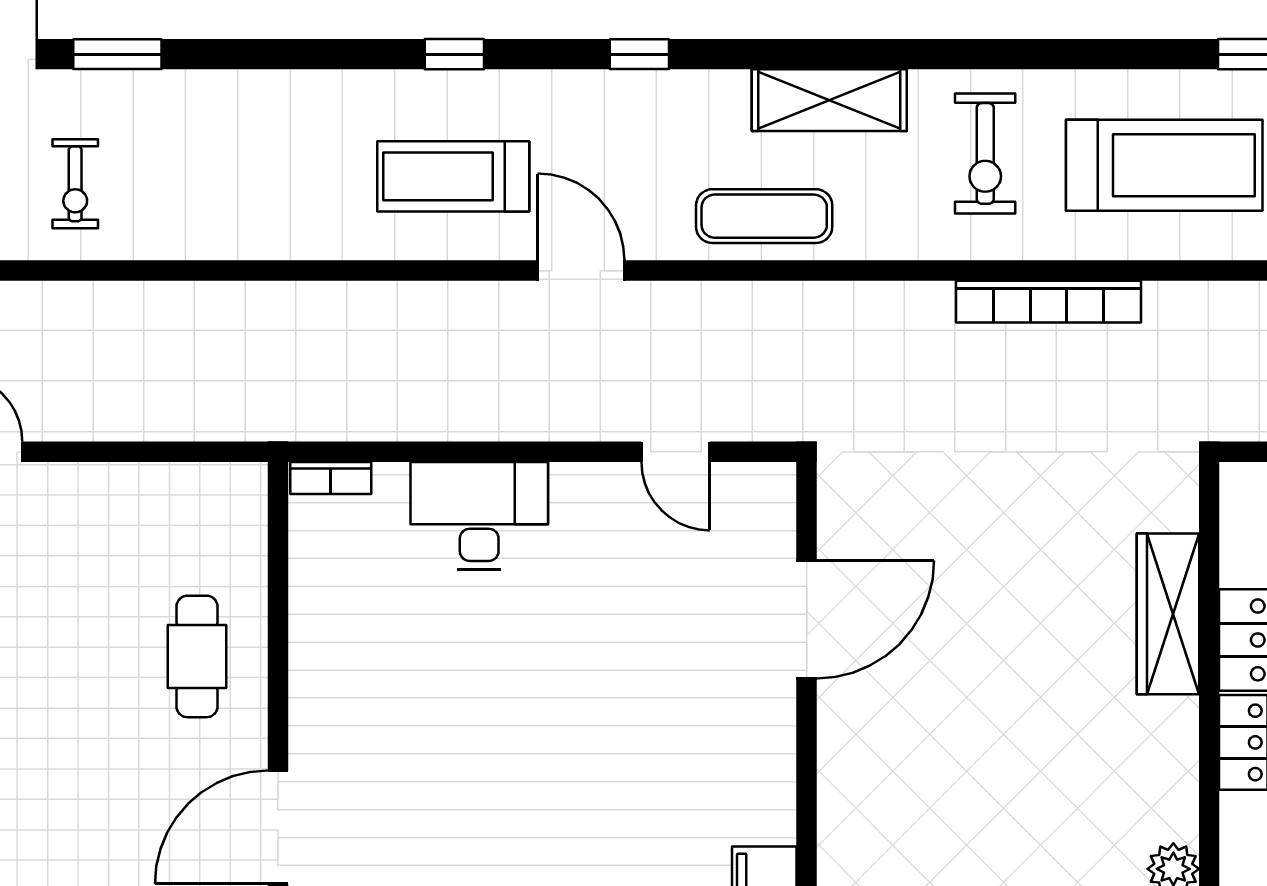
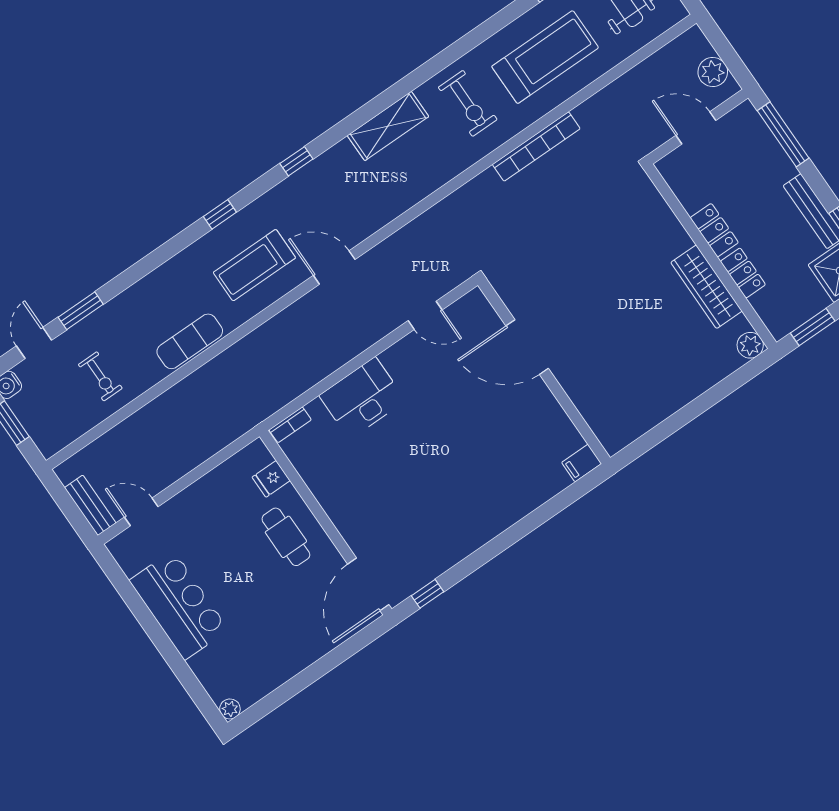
exercise mat: (764, 216) -> (190, 341), moved
fridge: (238, 545) -> (271, 479), added
wardrobe: (1168, 614) -> (706, 287), moved
door: (807, 619) -> (527, 347), swing flipped

